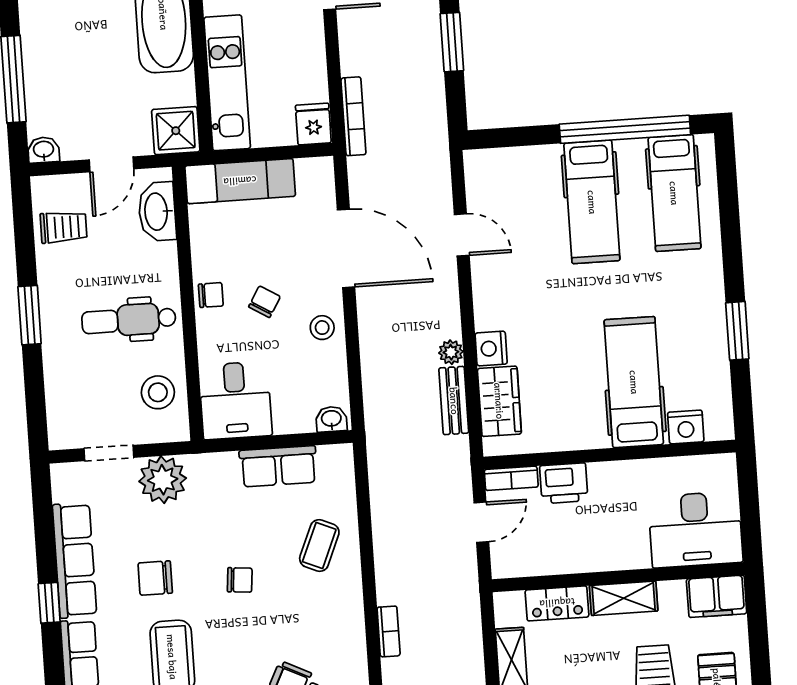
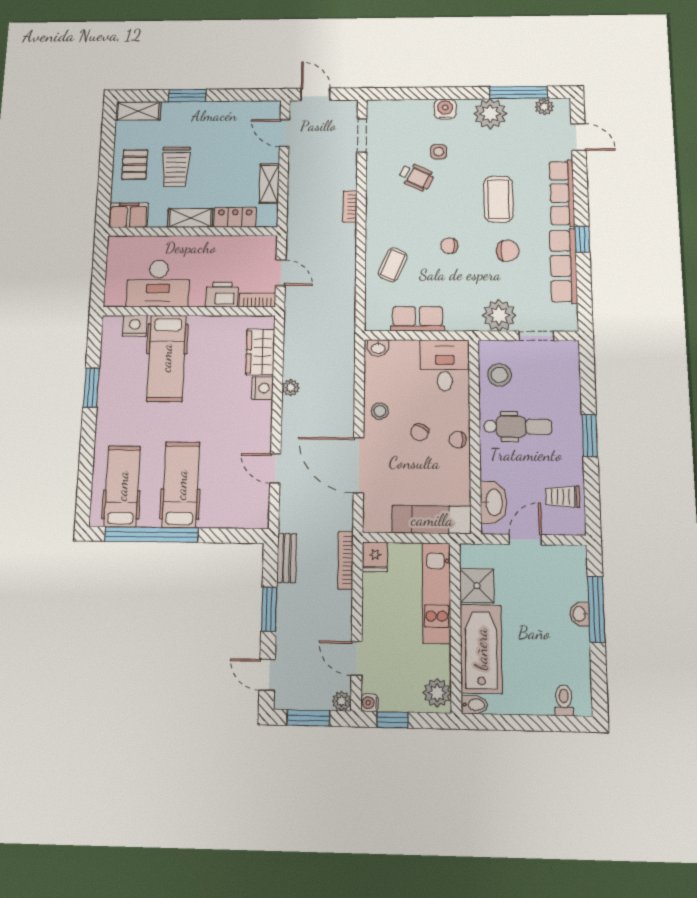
shower: (176, 131) -> (477, 586), moved
washbasin: (44, 150) -> (580, 614), moved, turned 90
bench: (454, 401) -> (287, 558), moved
door: (481, 522) -> (281, 273), swing flipped
desk: (695, 529) -> (158, 283), moved, turned 180

